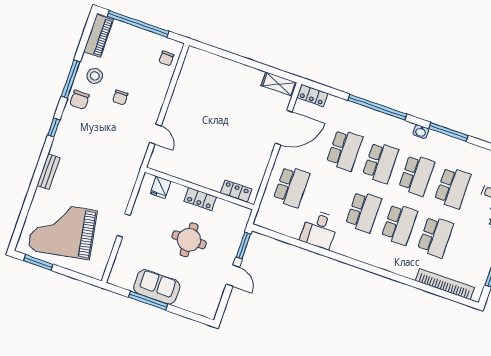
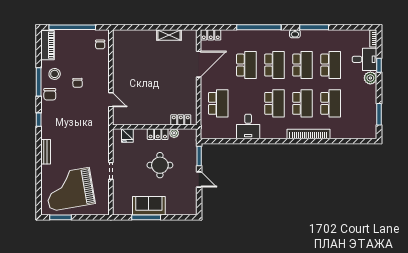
shelving: (279, 84) -> (169, 35), moved
plant: (221, 205) -> (174, 133), added
bookcase: (445, 284) -> (308, 134), moved

